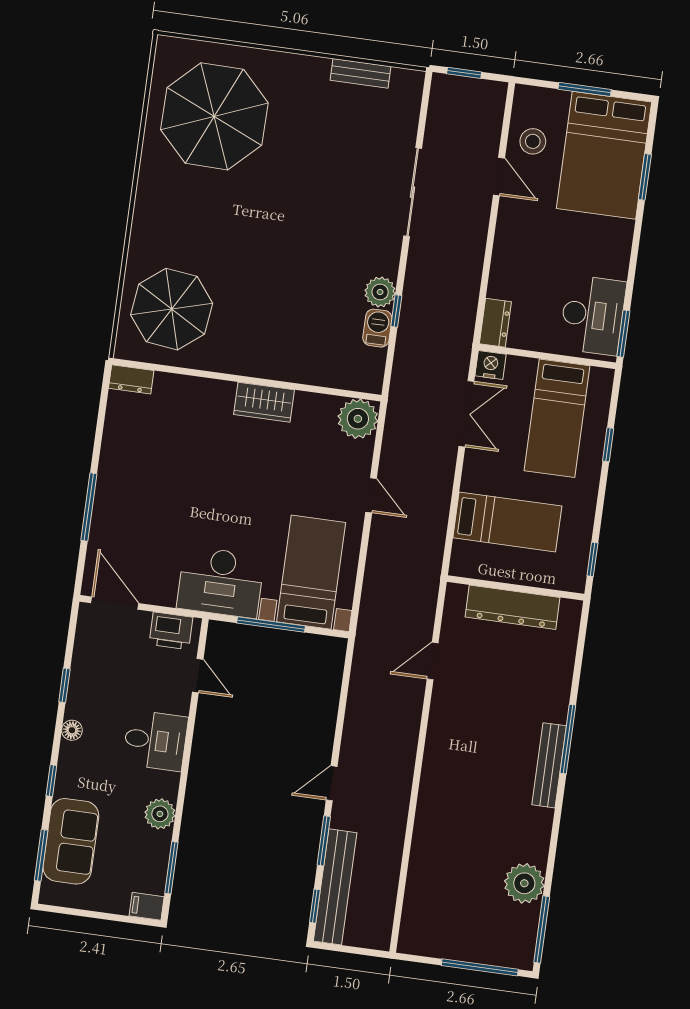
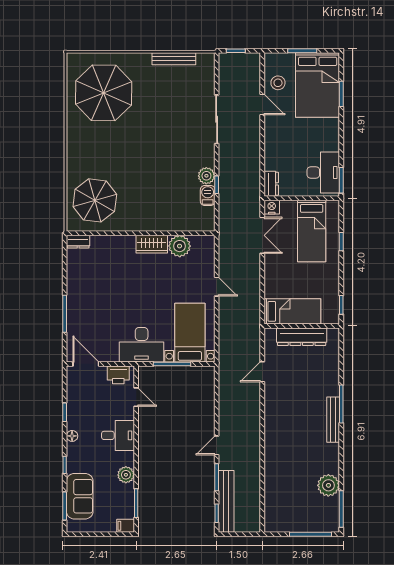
bench: (361, 73) -> (174, 59), width x1.36
plant: (358, 419) -> (180, 246), moved
bed: (507, 522) -> (292, 311), moved

